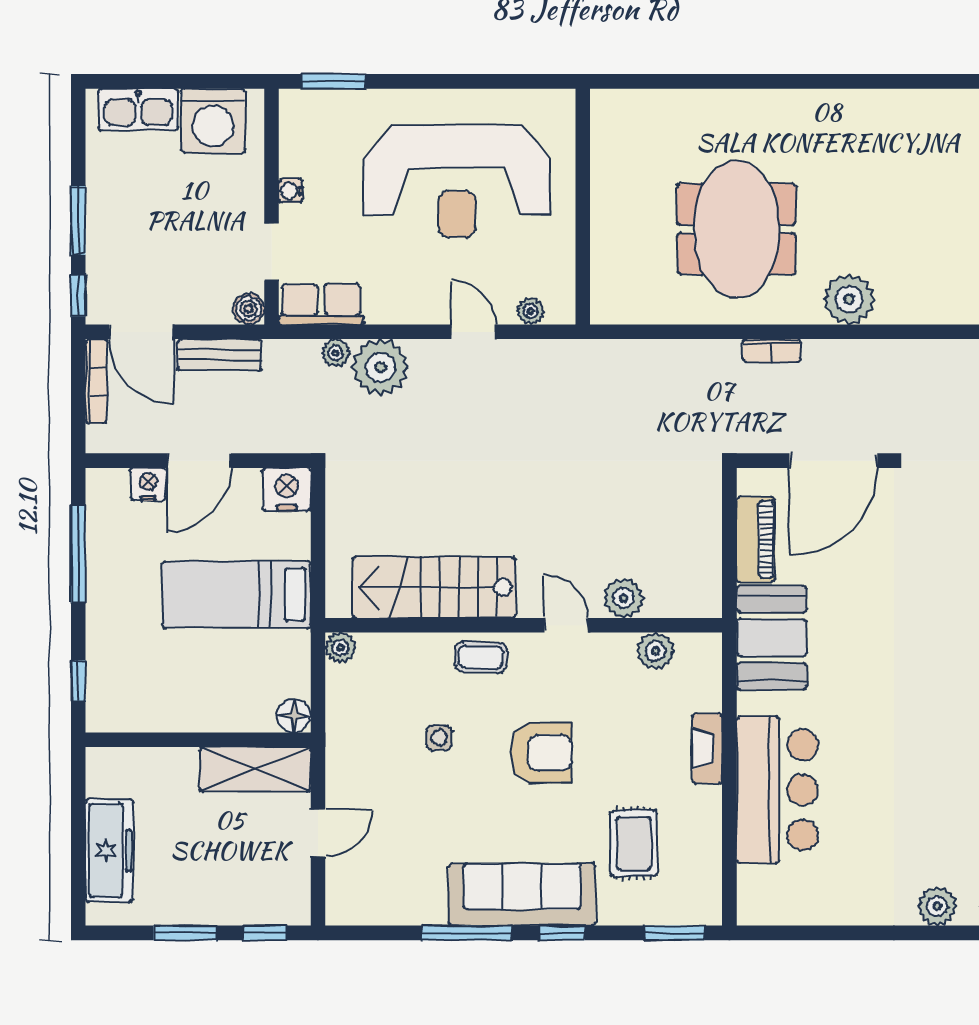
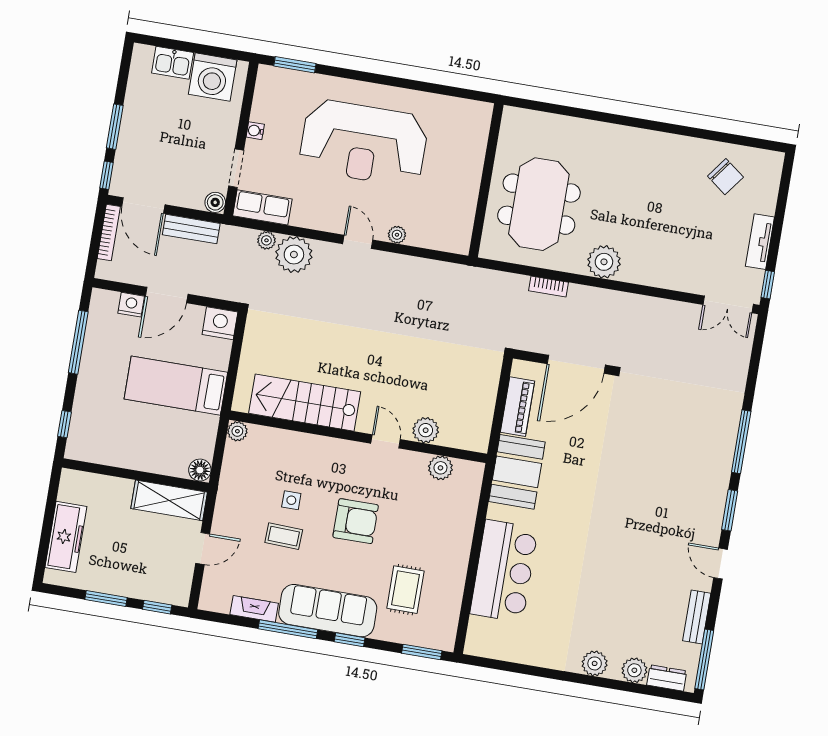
kitchen sink: (138, 109) -> (173, 63), width x0.73
wall: (583, 207) -> (486, 180), moved
coffee table: (481, 657) -> (284, 536), moved
fireplace: (707, 748) -> (254, 609), moved, turned 90

